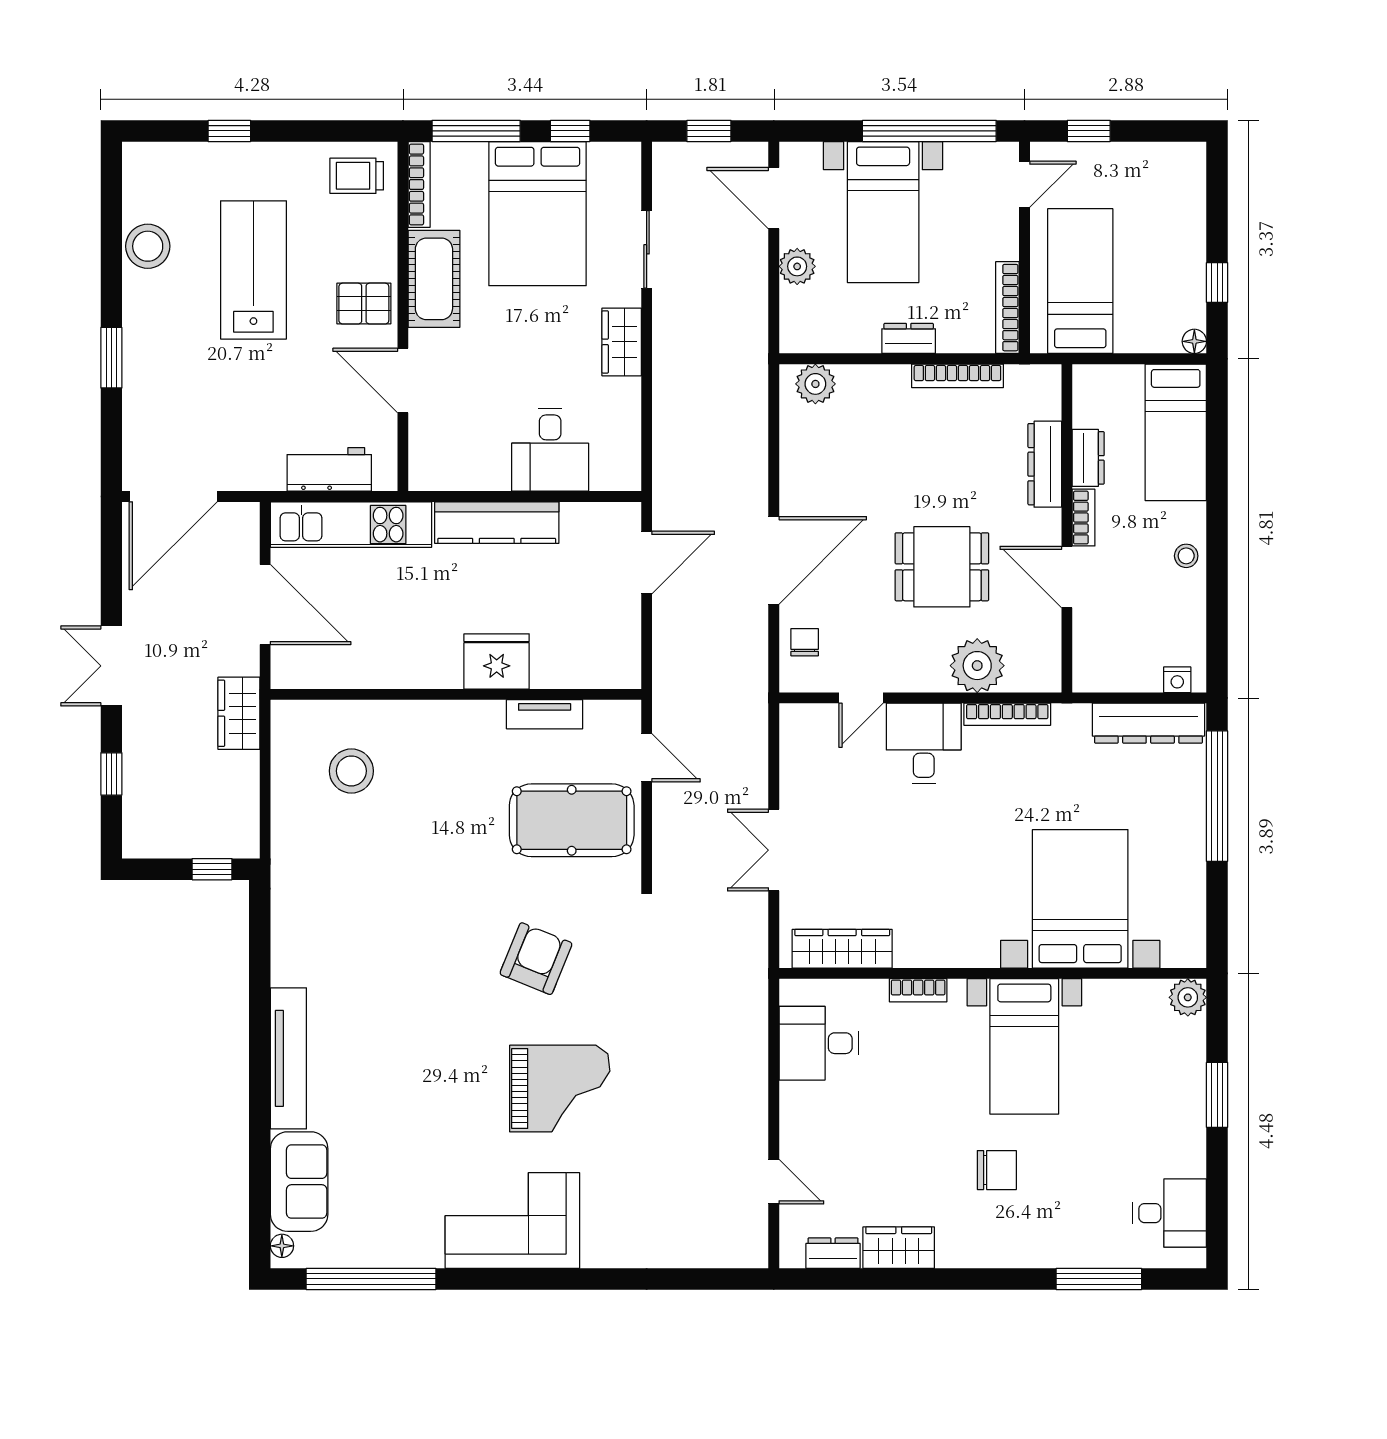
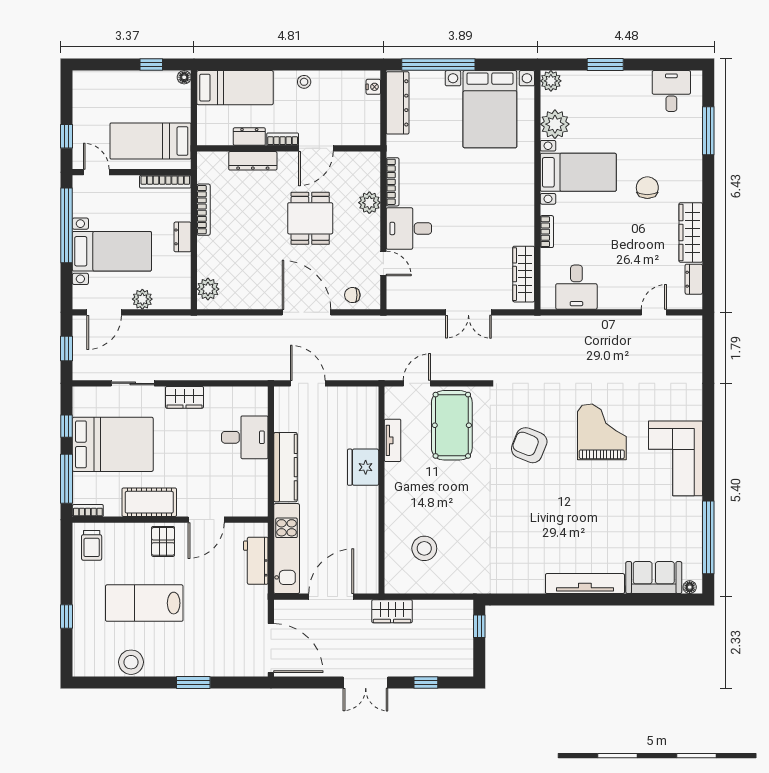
bookcase: (419, 185) -> (88, 511), width x0.64
plant: (977, 666) -> (369, 203), width x0.73, depth x0.73
bed with nightstands: (1080, 899) -> (490, 109), moved, turned -90
plant: (1110, 1005) -> (555, 124), added
wardrobe: (899, 1248) -> (691, 232), width x1.50

